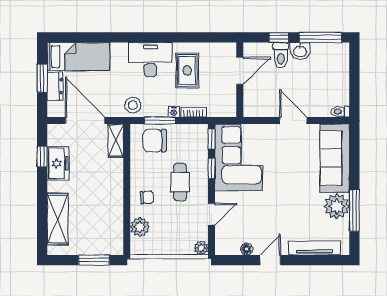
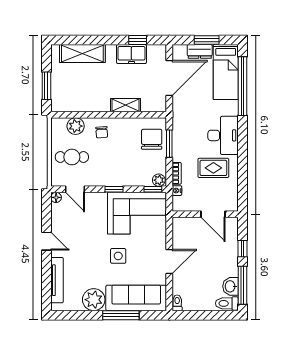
window: (94, 37) -> (242, 86), added
washbasin: (300, 51) -> (230, 286), moved
toilet: (281, 55) -> (227, 303), moved
stool: (133, 105) -> (183, 120), removed
nightstand: (174, 112) -> (177, 191), moved
shelving: (116, 141) -> (126, 105), moved
window: (212, 168) -> (114, 189), moved
side table: (287, 179) -> (118, 256), added
cafe table: (180, 182) -> (72, 157), moved
window: (354, 211) -> (121, 315), moved
door: (212, 214) -> (75, 189), moved
plant: (201, 248) -> (159, 180), moved
floor lamp: (247, 249) -> (56, 197), moved

